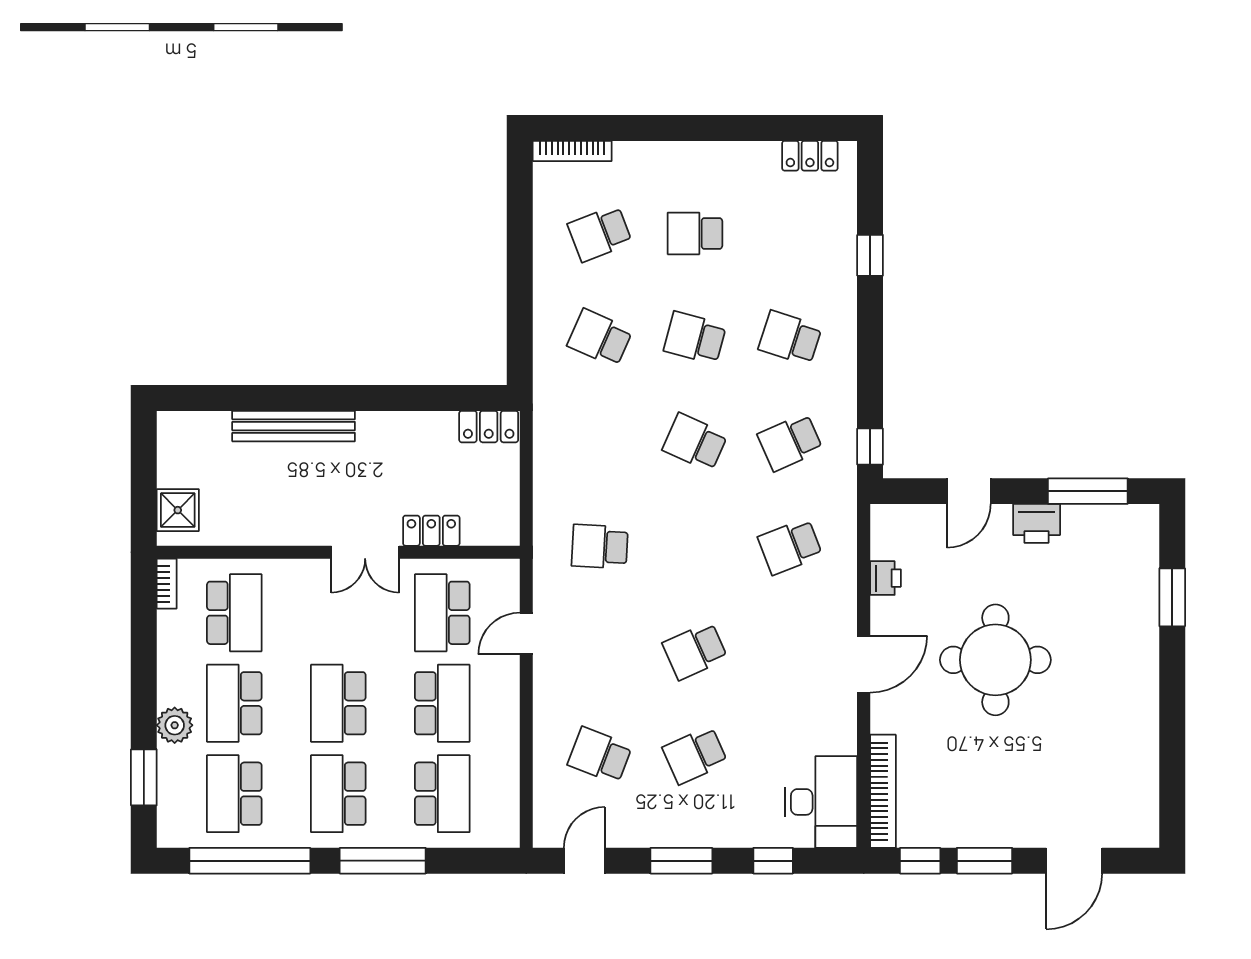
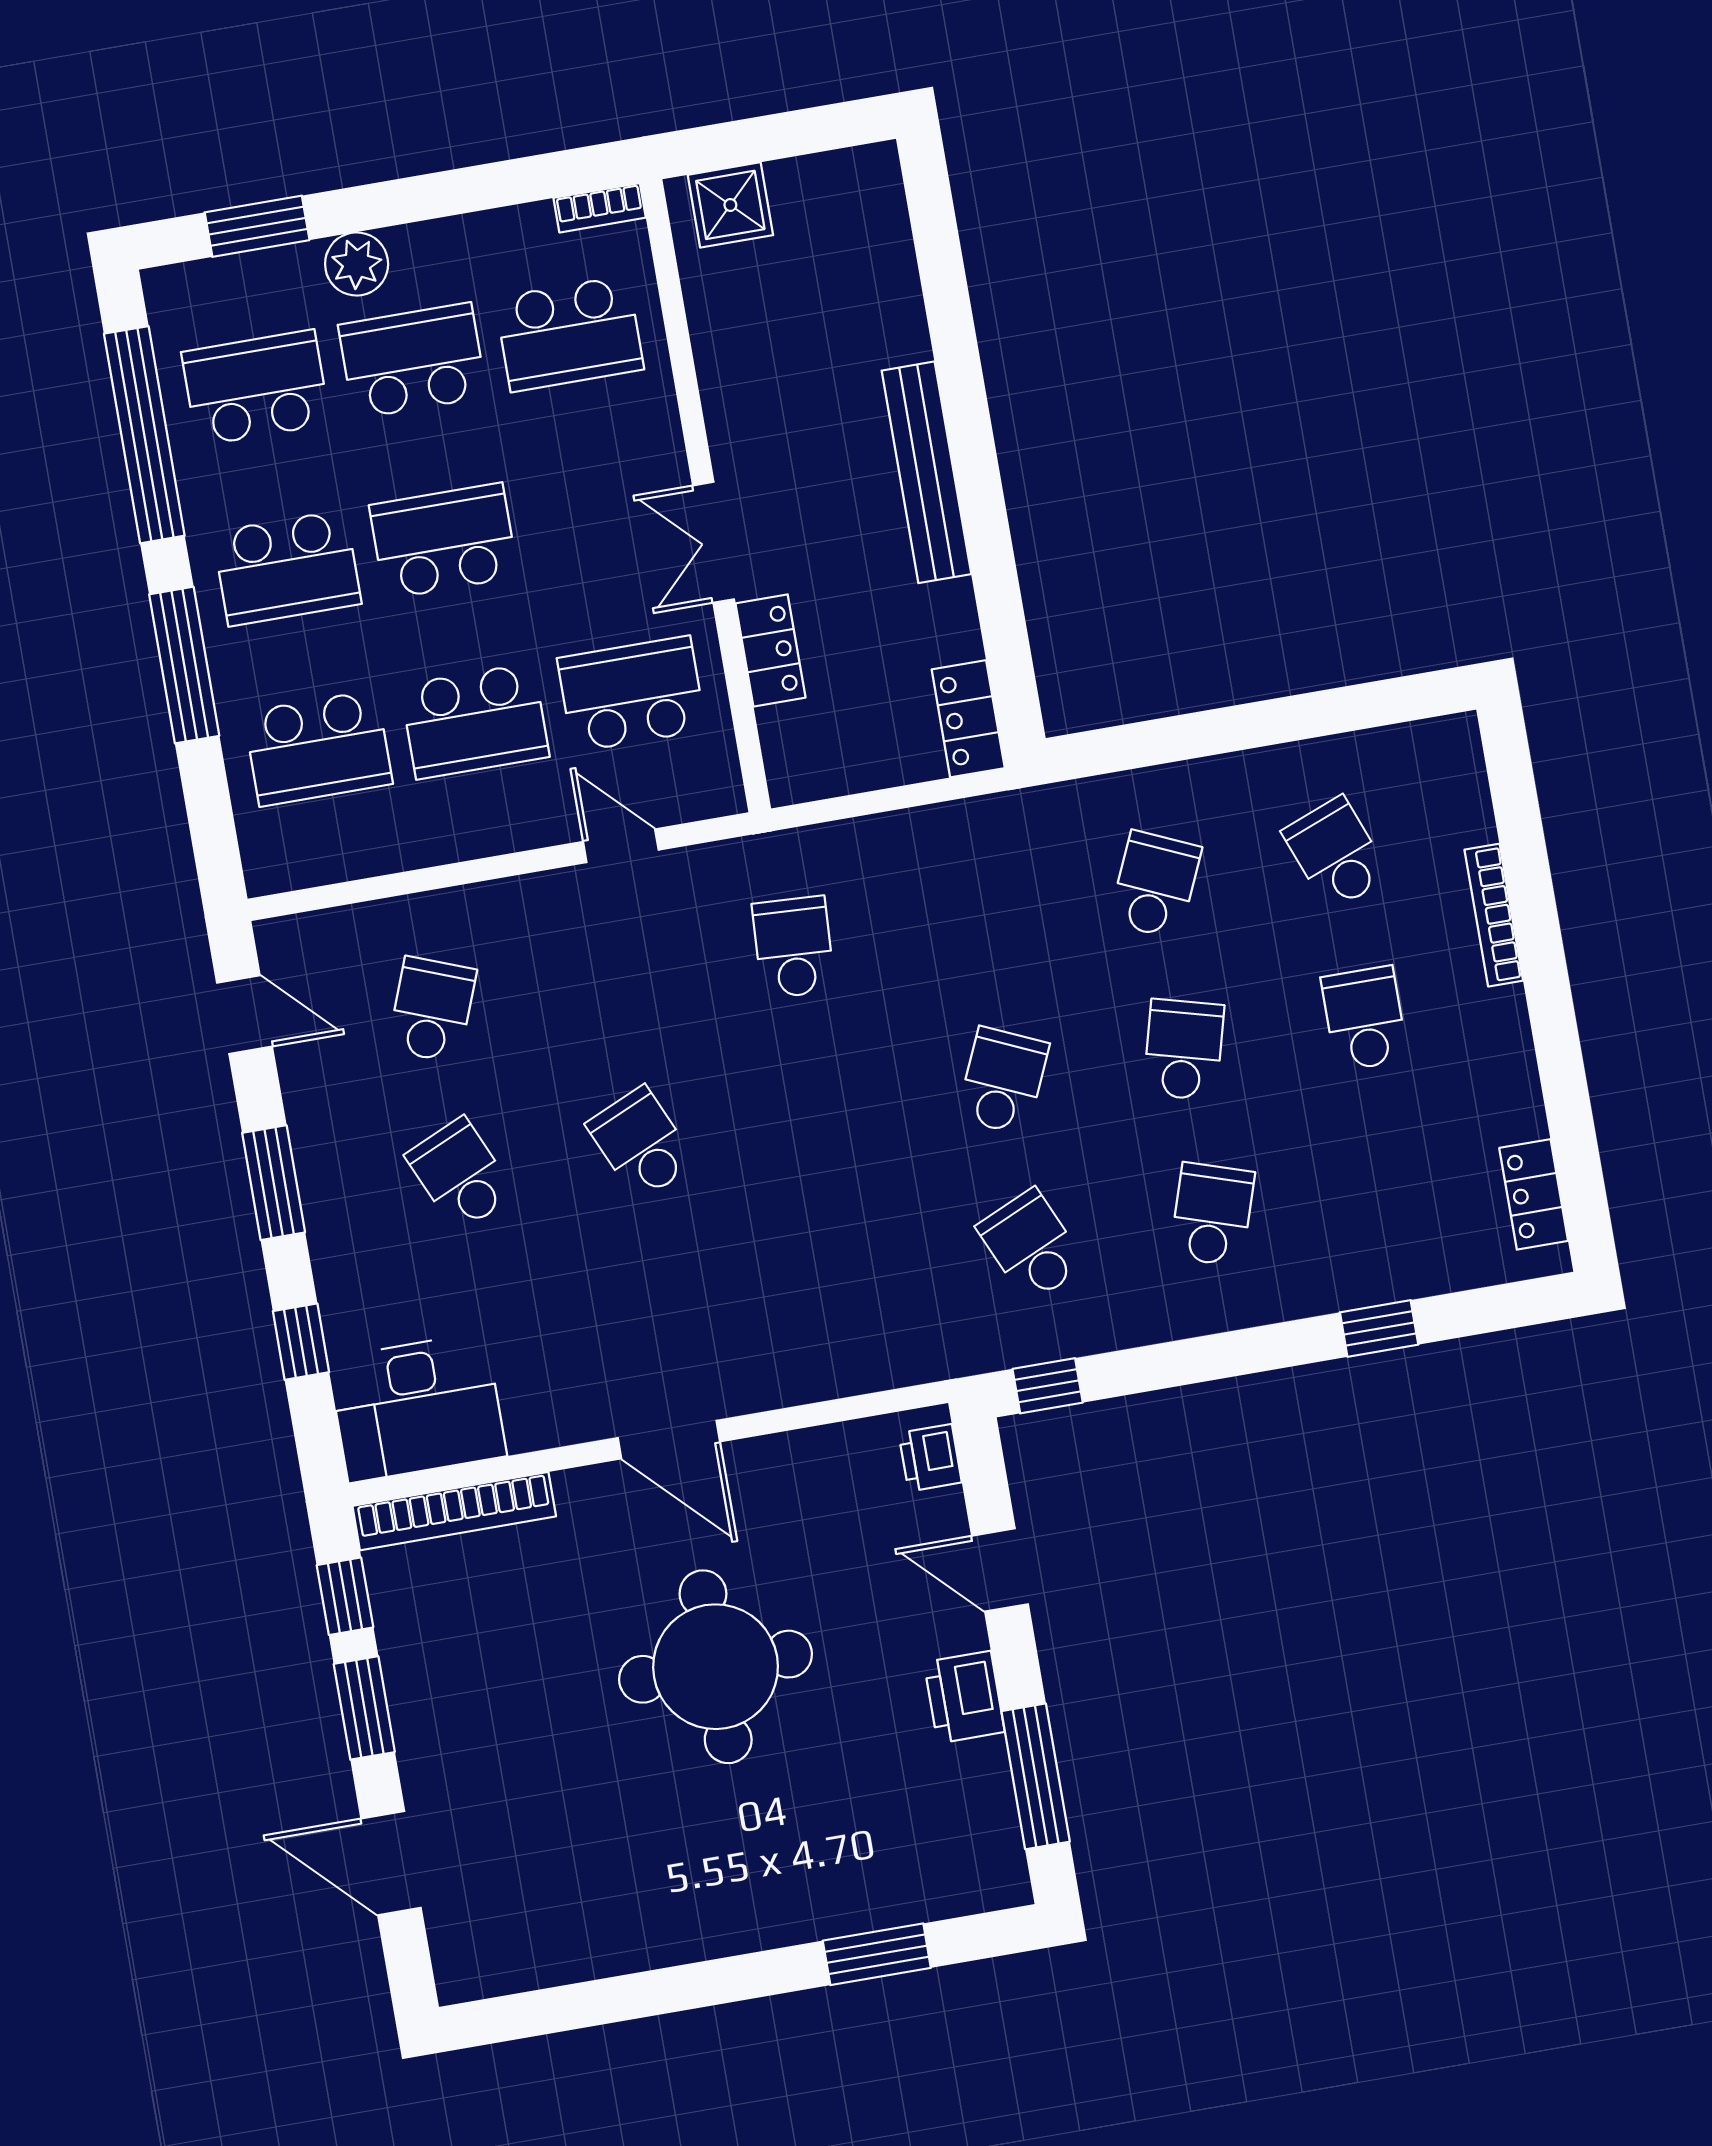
bookcase: (572, 151) -> (1494, 915), moved
bench: (294, 426) -> (926, 472), moved
school desk: (790, 547) -> (850, 1277), removed
printer: (885, 578) -> (930, 1458), moved, turned 90
school desk: (338, 794) -> (287, 568), turned 180

